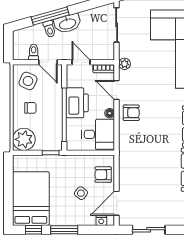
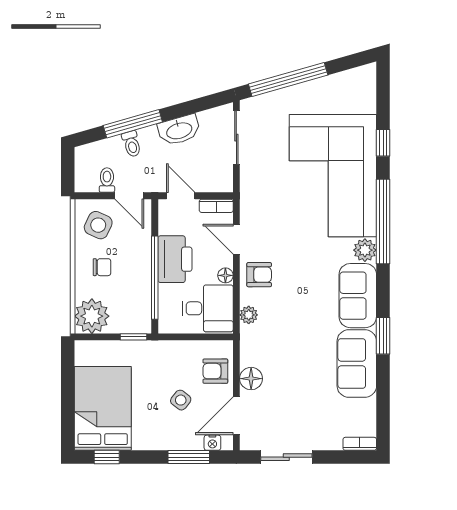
washbasin: (67, 24) -> (179, 130), moved
plant: (125, 64) -> (249, 315), moved
floor lamp: (126, 179) -> (251, 379), added
window: (64, 230) -> (189, 457), moved

